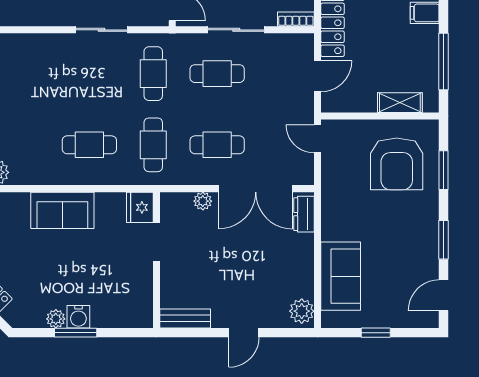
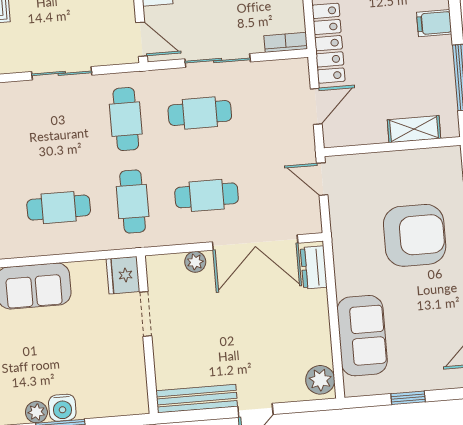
armchair: (397, 164) -> (415, 235), moved, turned -90
bench: (185, 319) -> (197, 399), width x1.36

